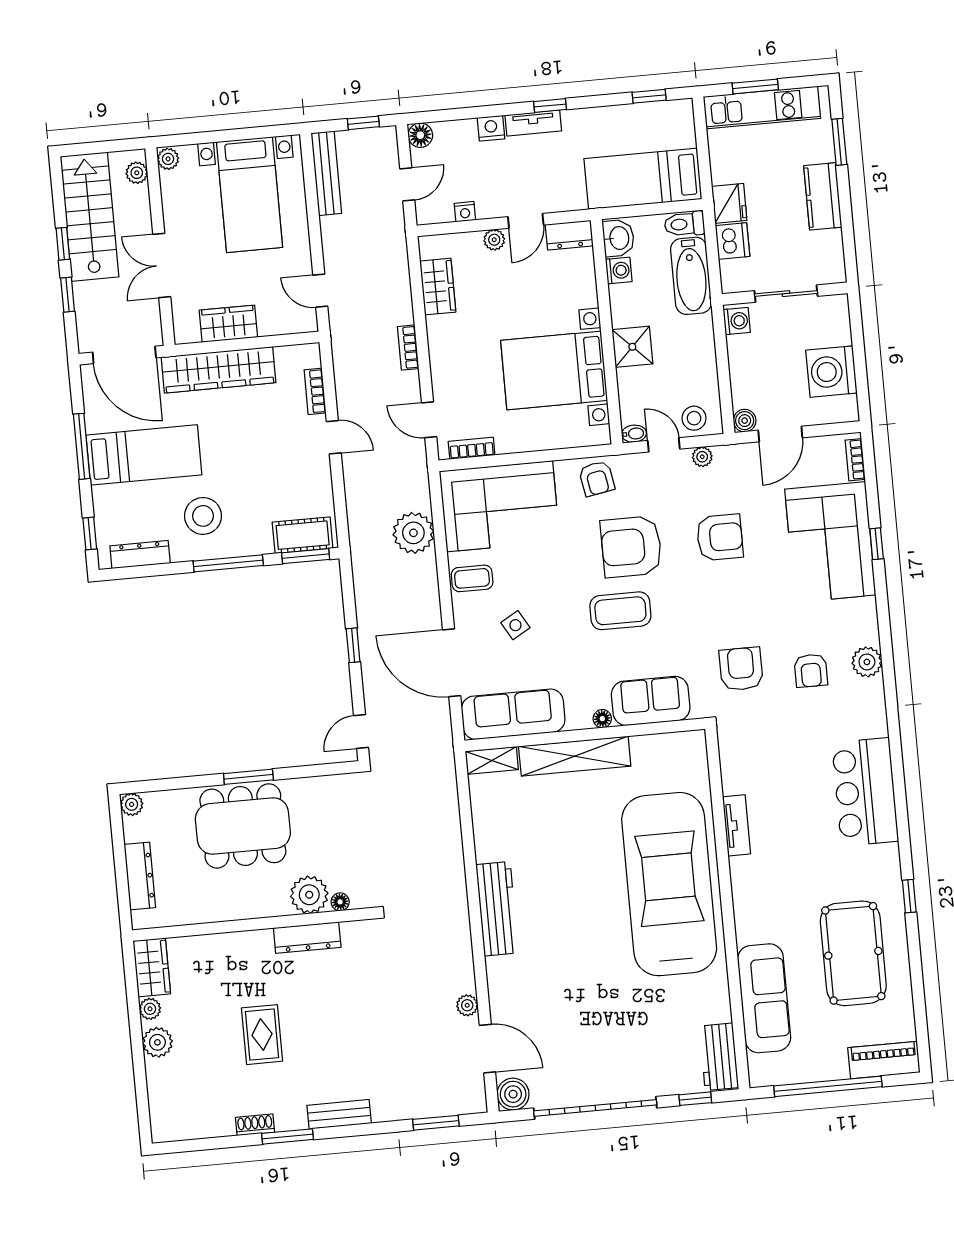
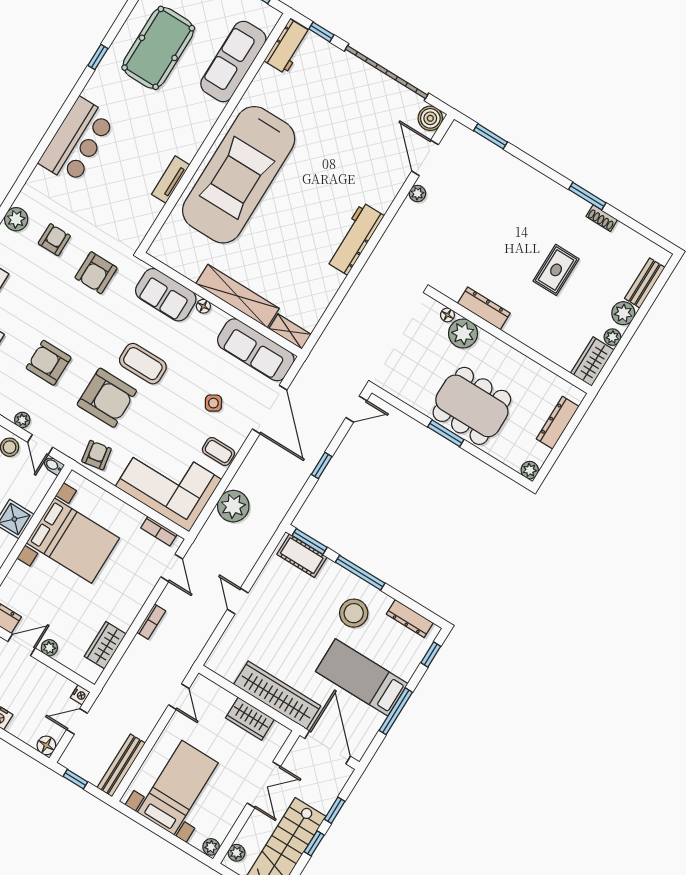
nightstand: (465, 212) -> (80, 695), moved, turned 90
bookcase: (315, 391) -> (228, 638), removed
bench: (339, 1114) -> (645, 283), moved, turned 90

